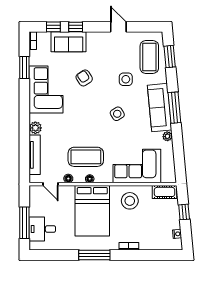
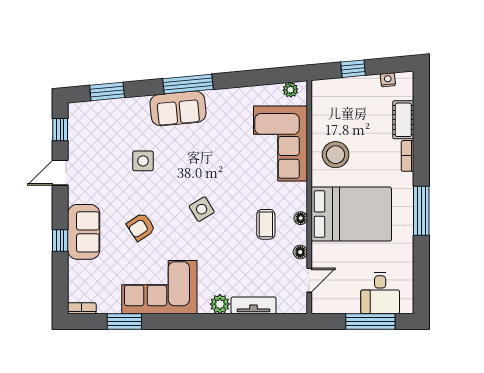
window: (53, 27) -> (60, 130), moved
sofa: (69, 42) -> (84, 232), moved
coffee table: (149, 57) -> (108, 124), removed
sofa: (160, 108) -> (178, 108), width x0.73
side table: (117, 114) -> (202, 209), moved
plant: (167, 136) -> (290, 90), moved
tv unit: (35, 155) -> (254, 305), width x0.71
coffee table: (86, 157) -> (266, 224), width x0.54, depth x0.58
cot: (165, 192) -> (403, 120), moved

